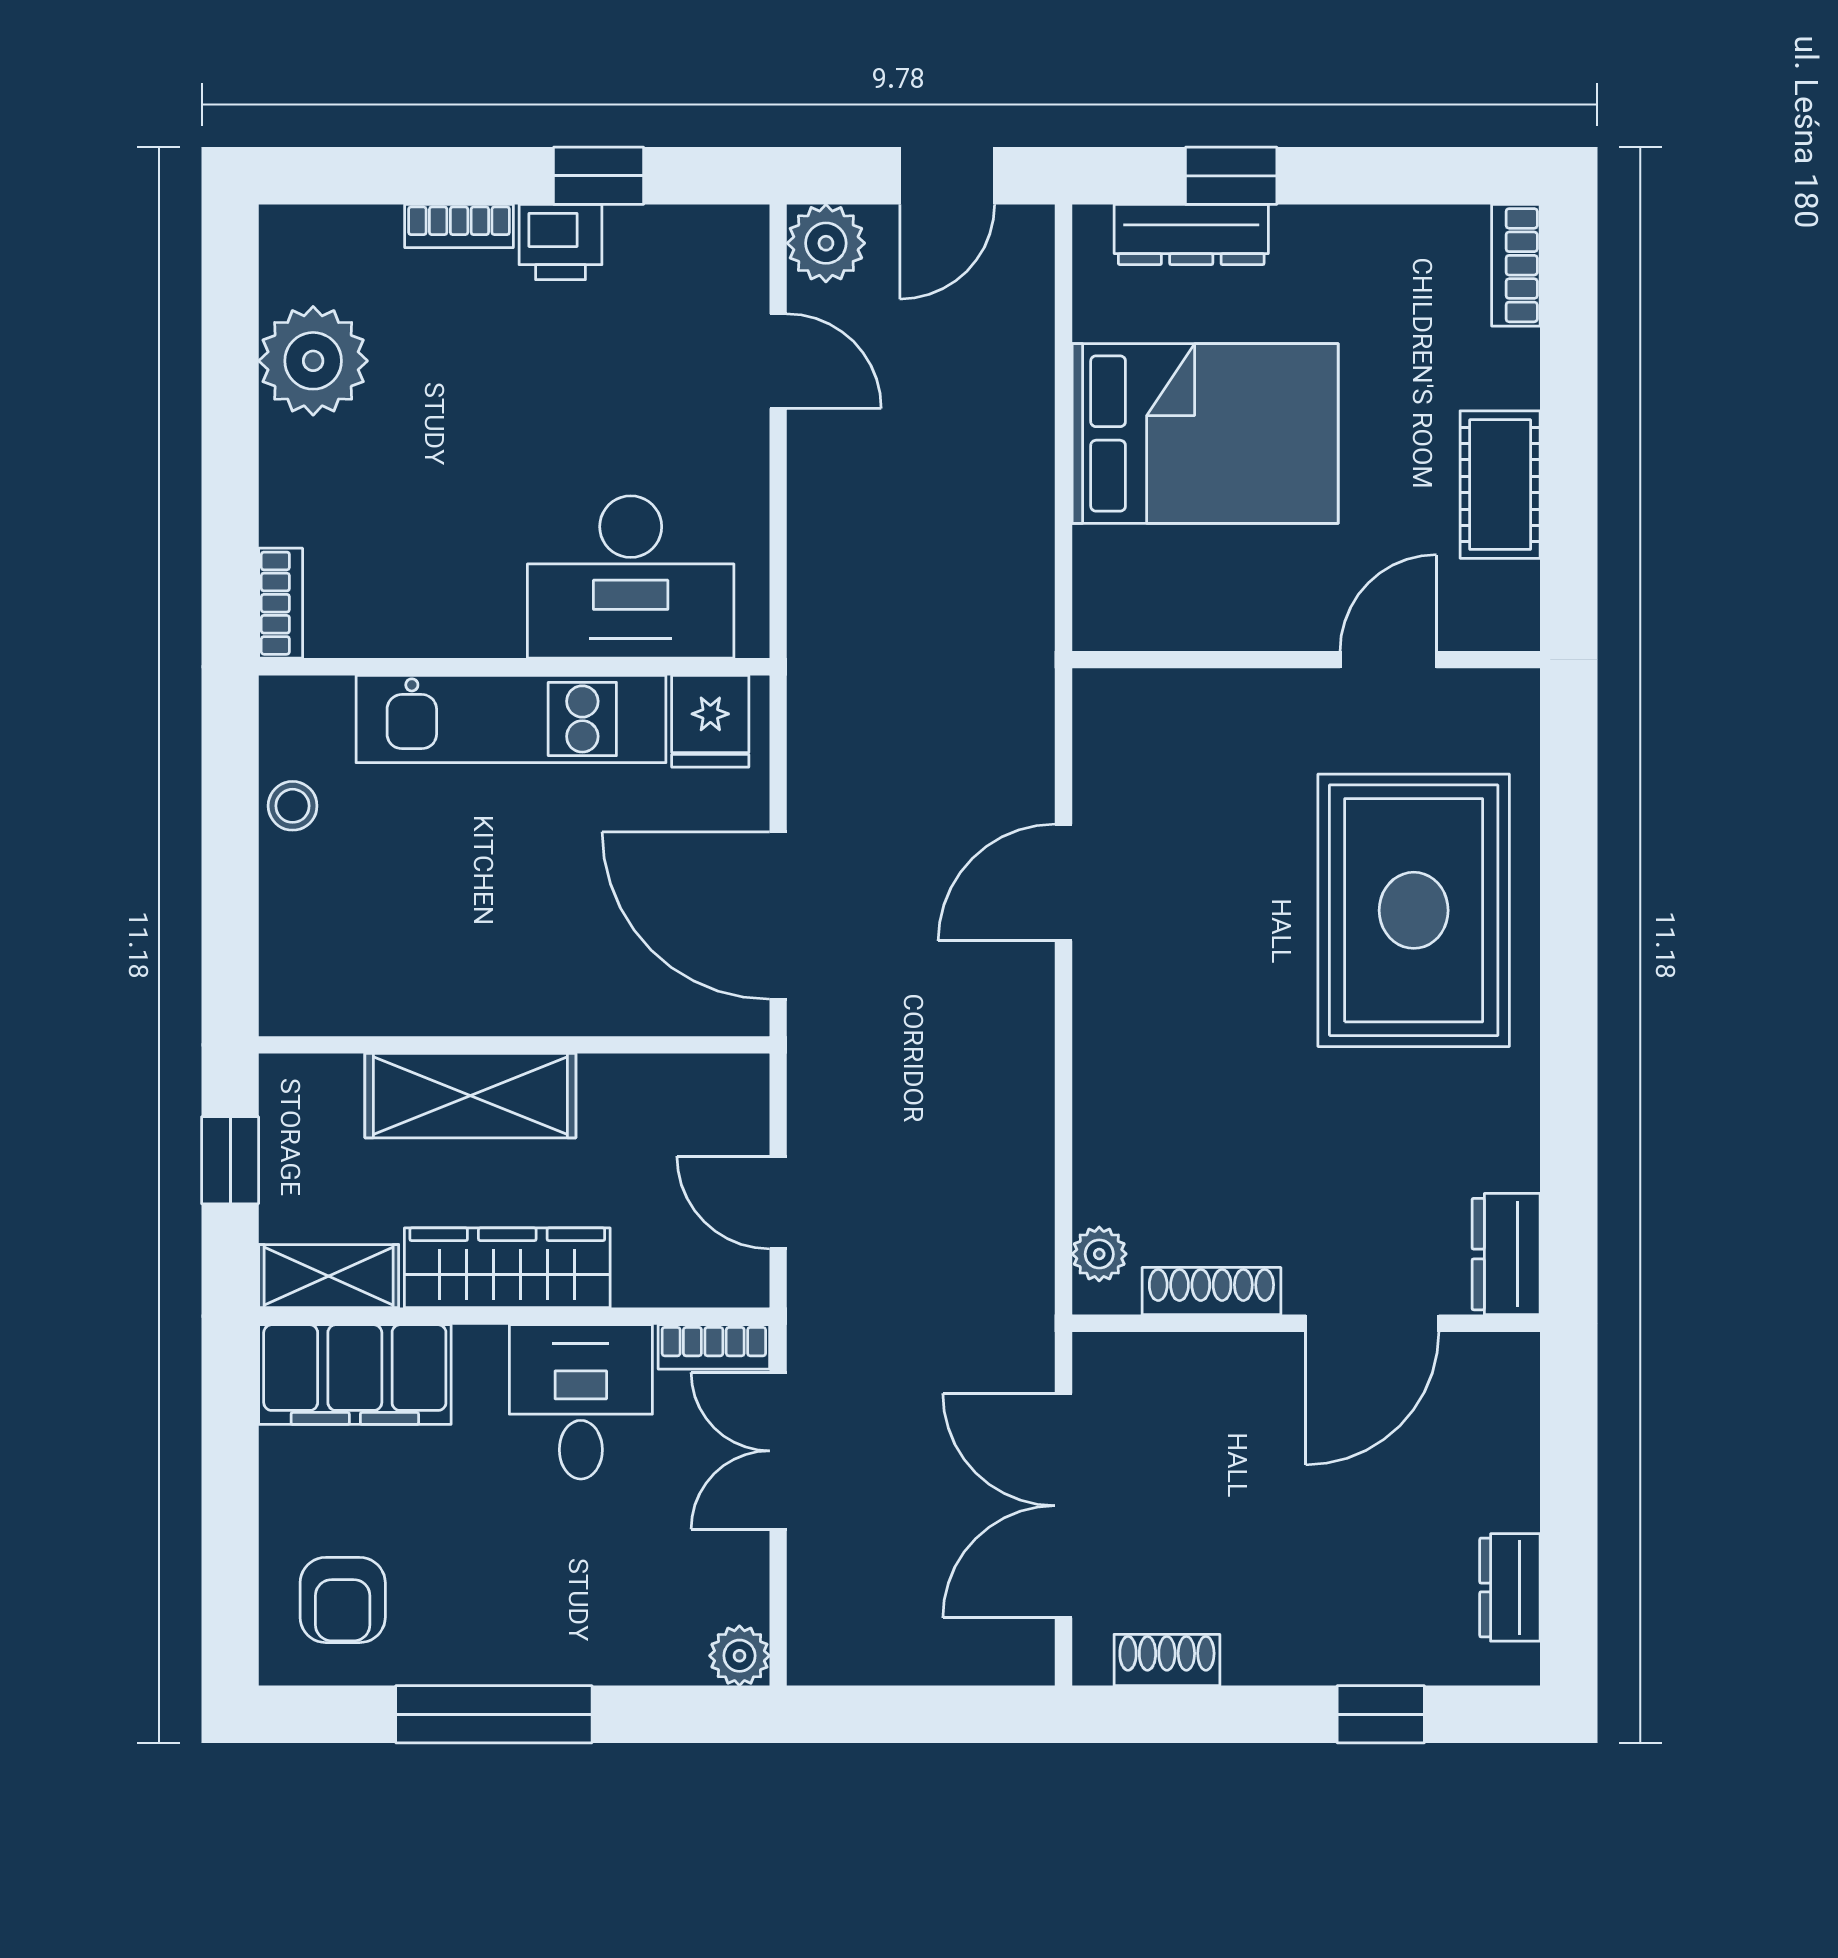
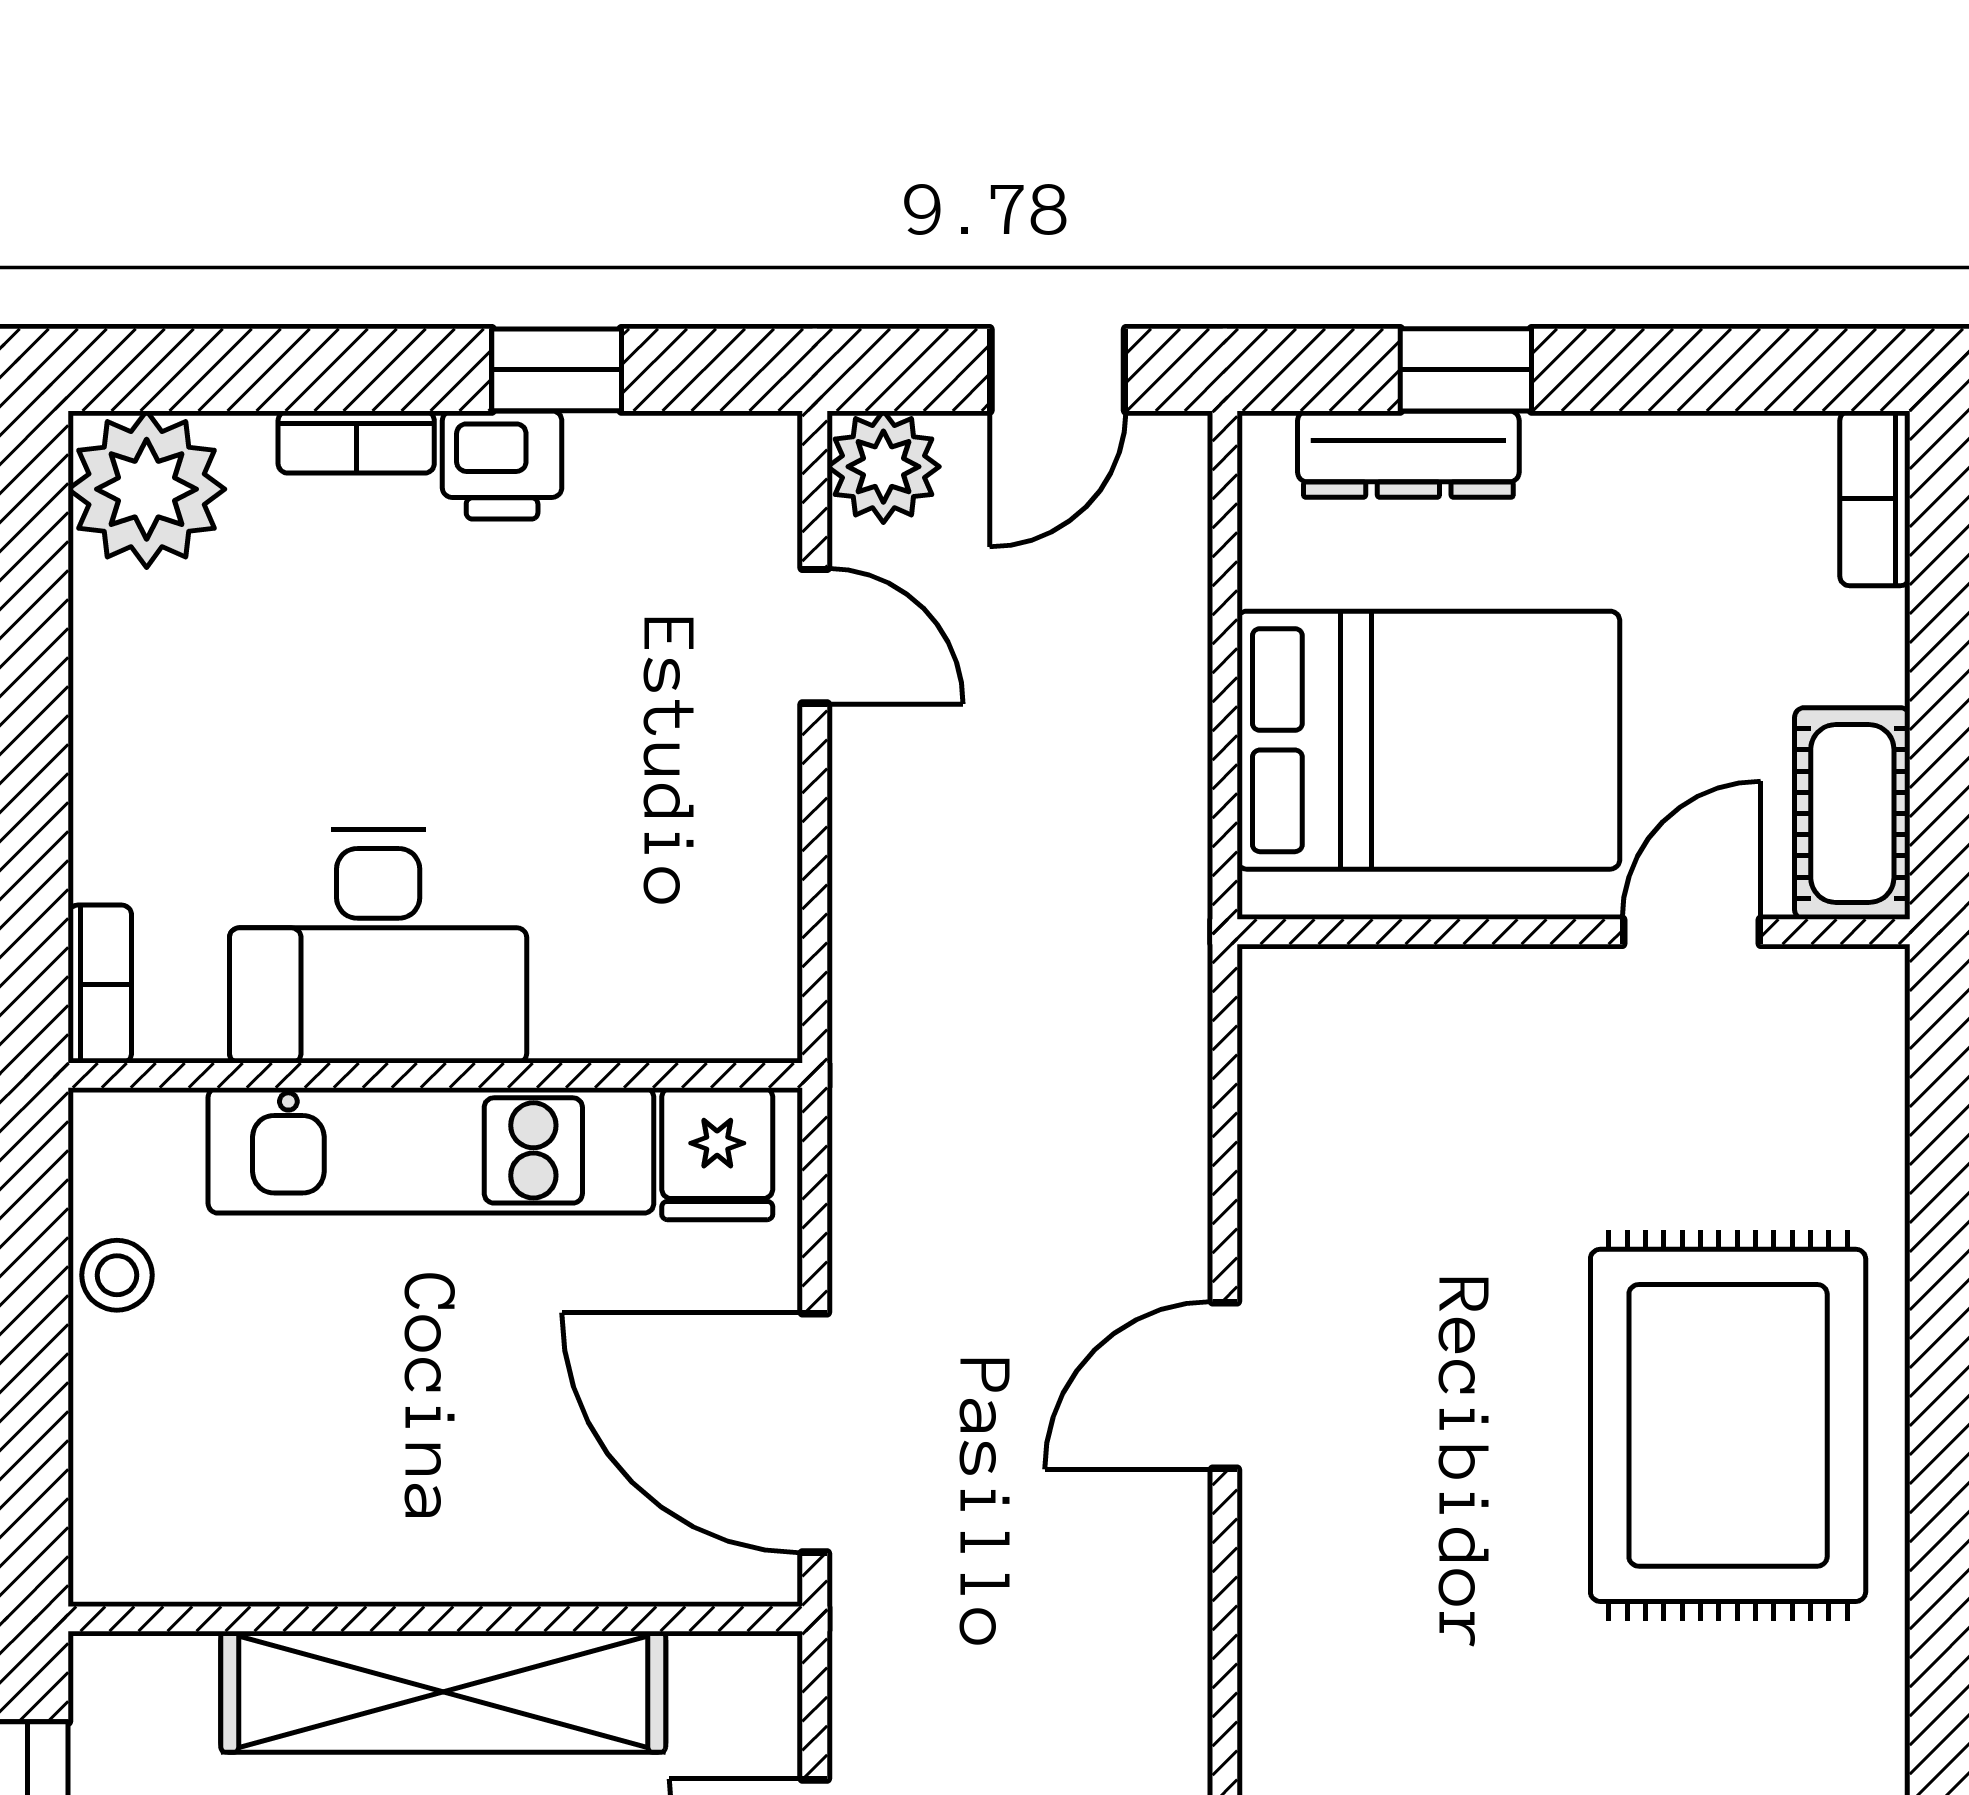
plant: (313, 361) -> (147, 489), moved
desk: (631, 577) -> (378, 946), moved
wall: (1306, 660) -> (1574, 932), moved
door: (1388, 660) -> (1691, 932), moved
shelving: (470, 1096) -> (443, 1692), width x1.47

